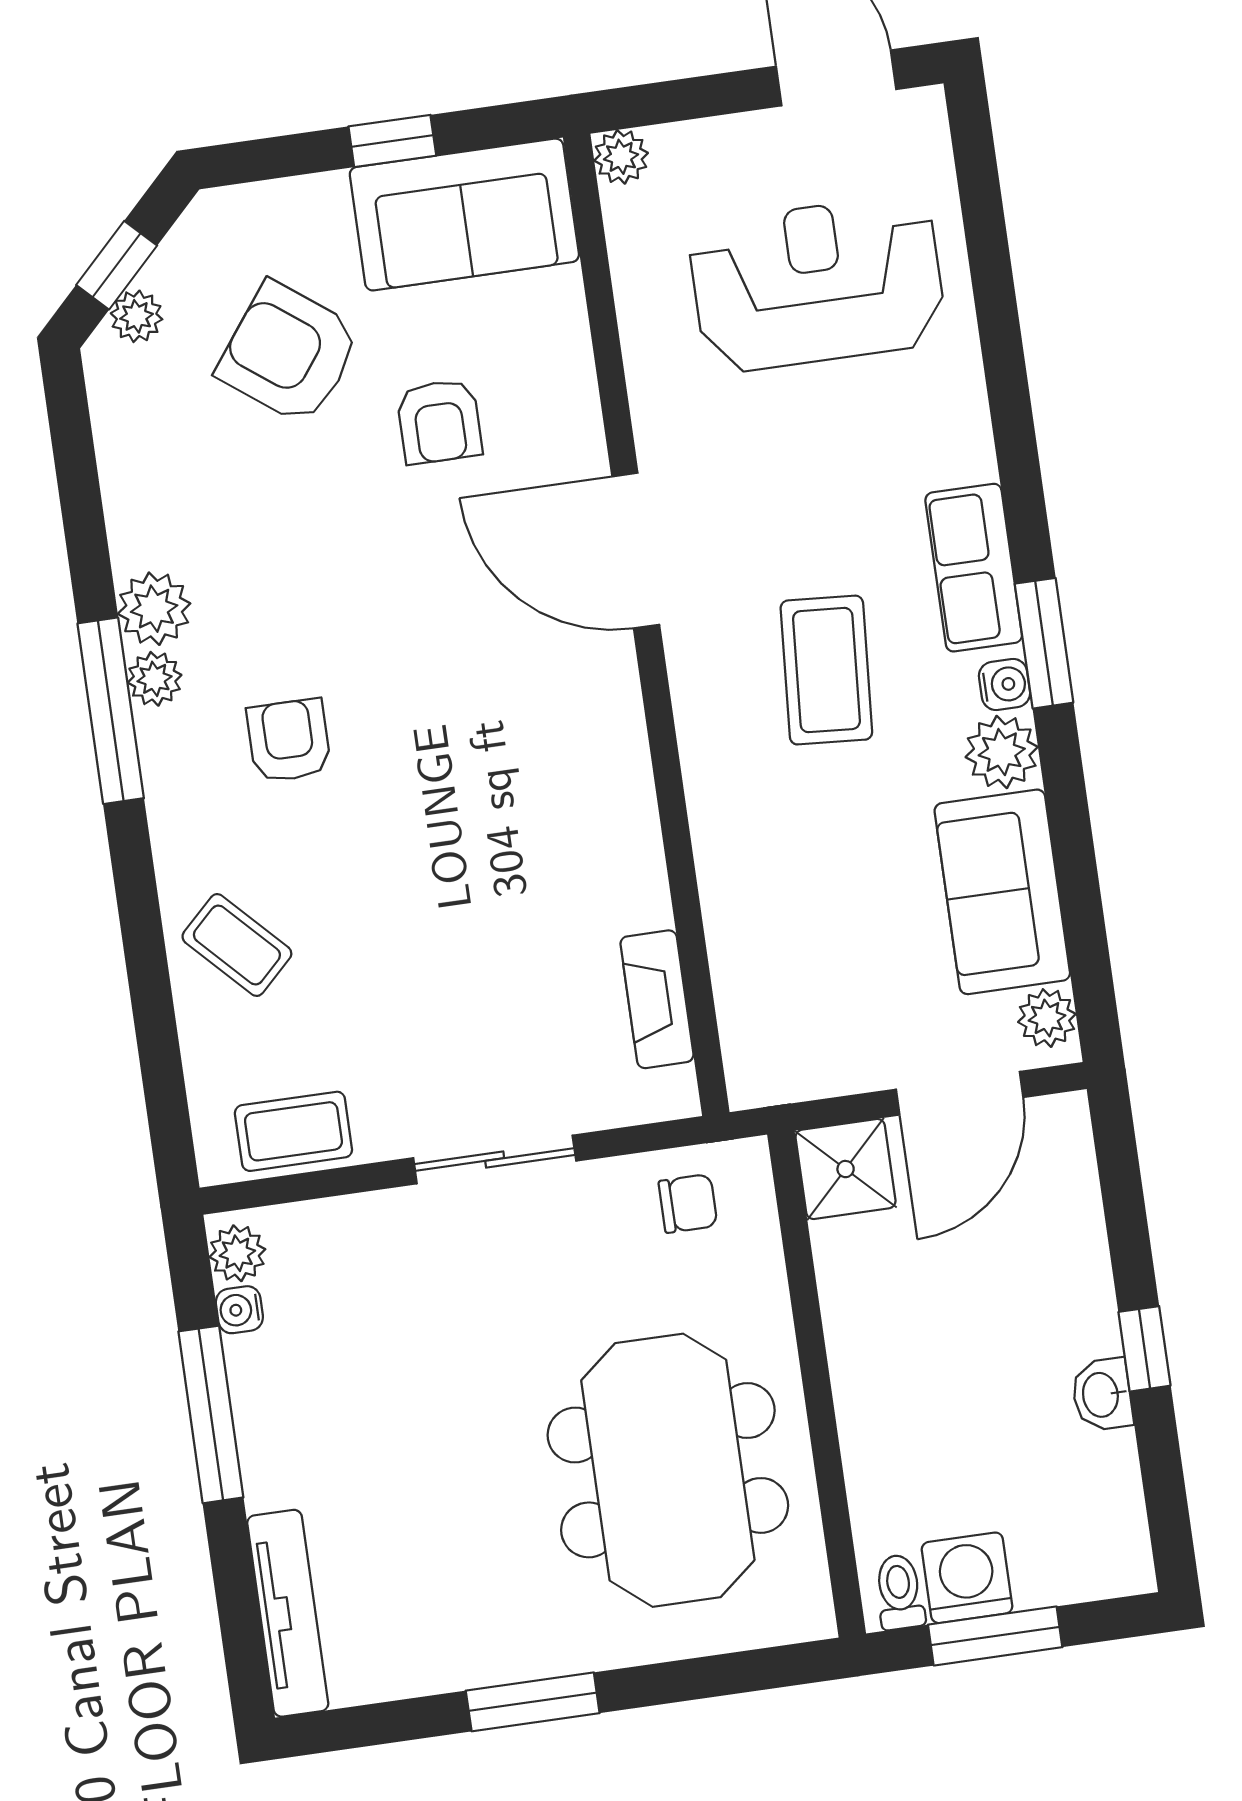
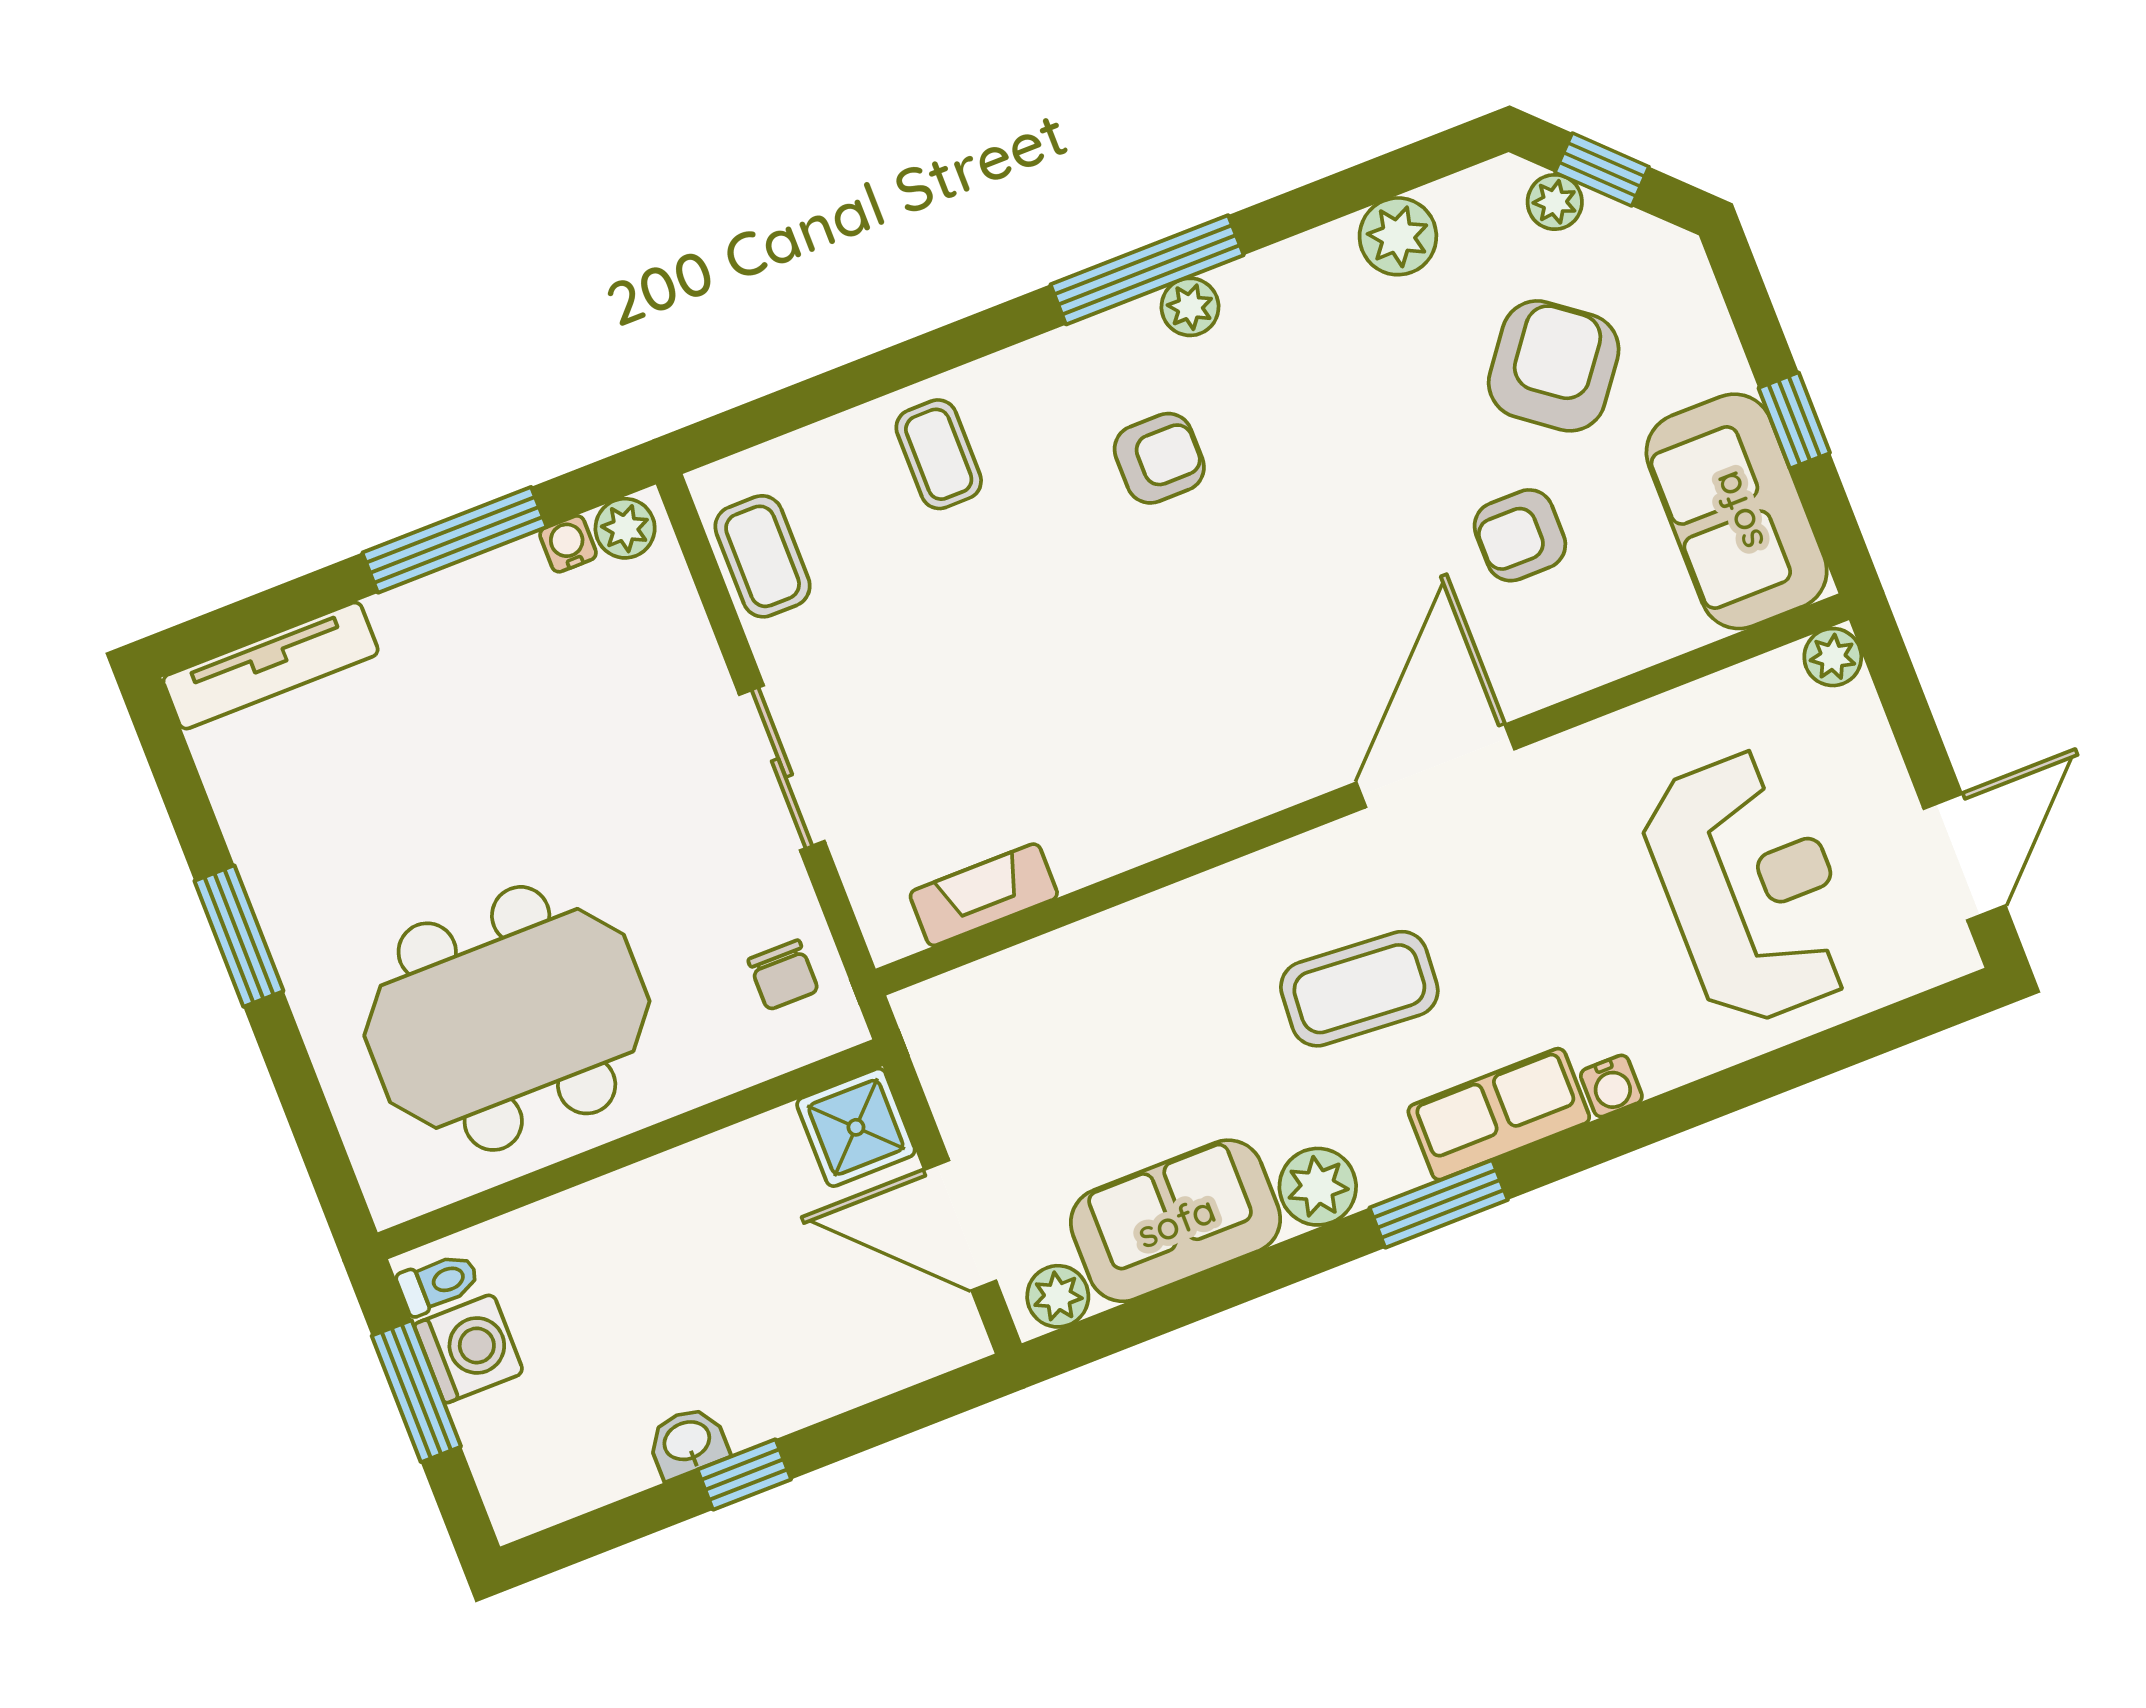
plant: (154, 609) -> (1398, 236), moved
water cooler: (1005, 684) -> (1611, 1086), moved
coffee table: (237, 945) -> (939, 454), turned -46

